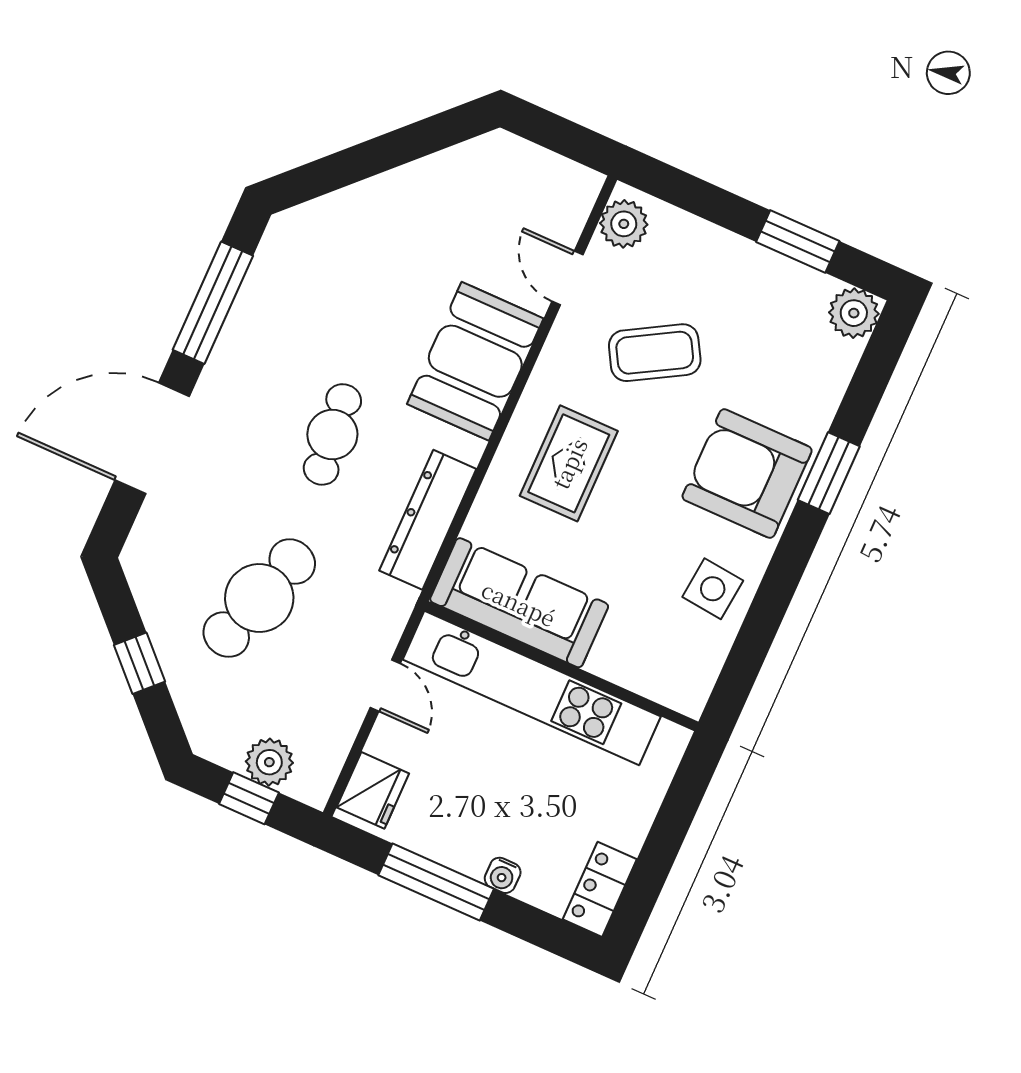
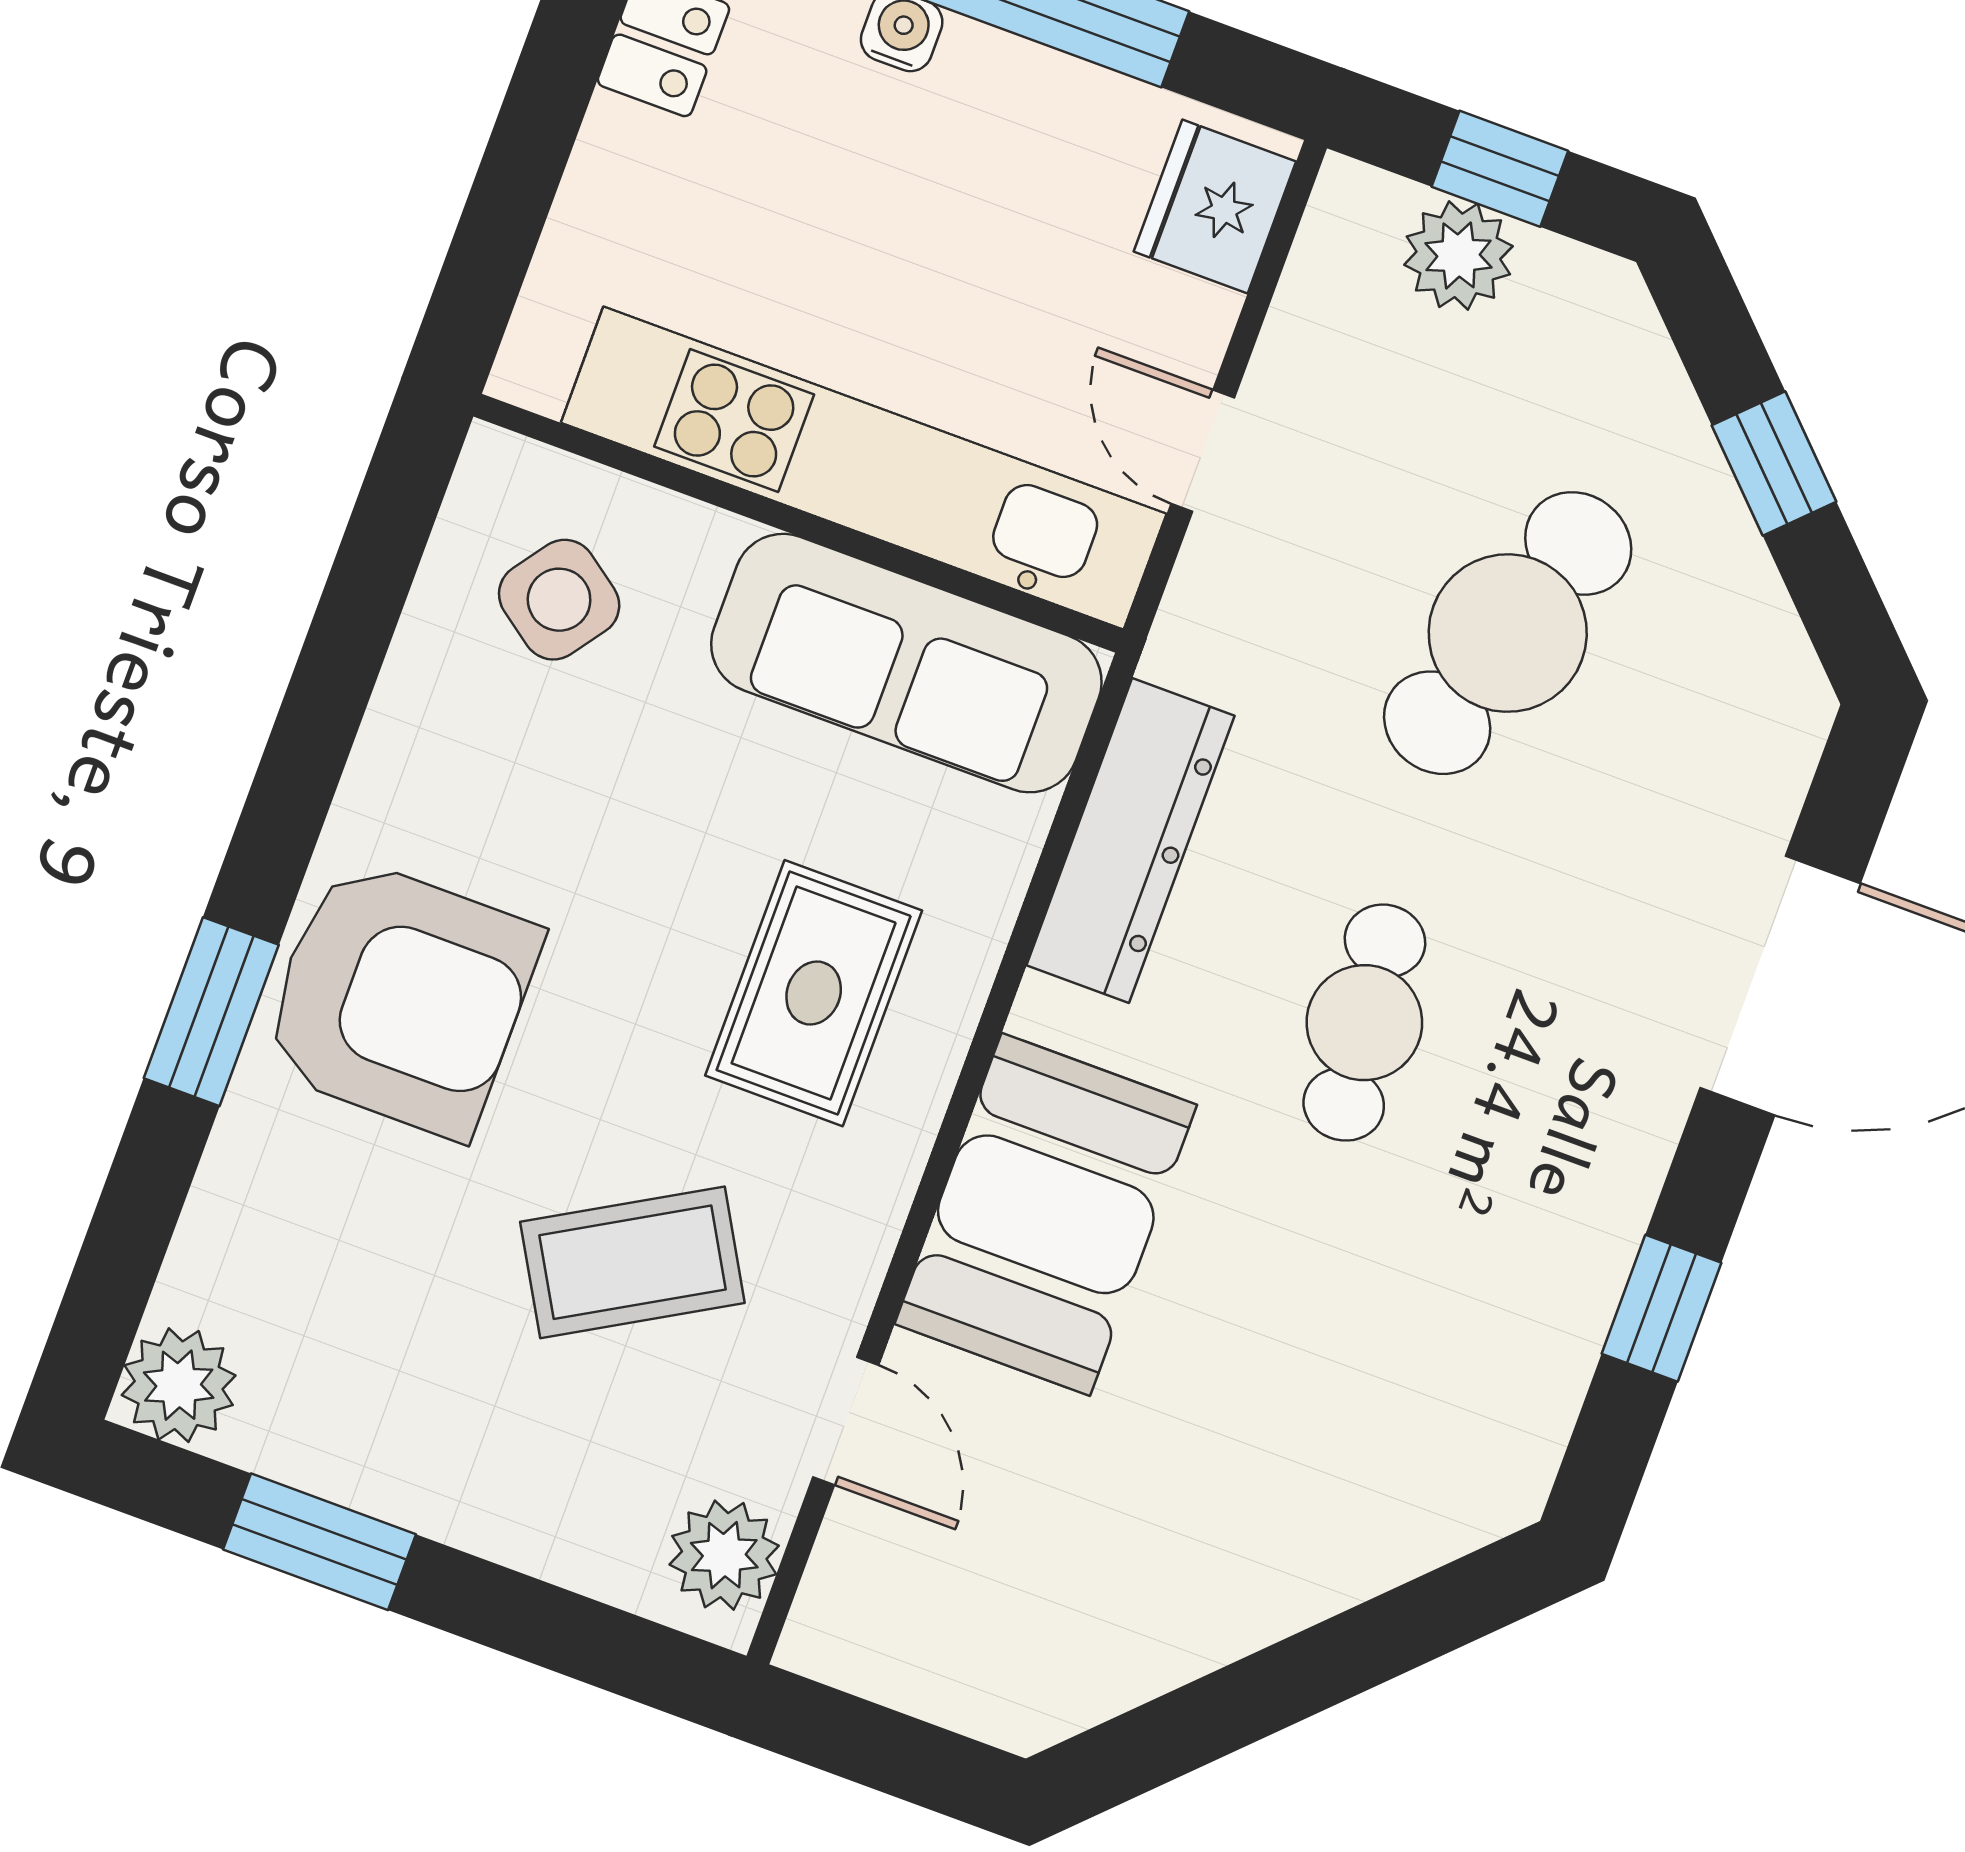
window: (213, 303) -> (1661, 1308), width x0.46
side table: (713, 589) -> (559, 600), moved, turned 30

